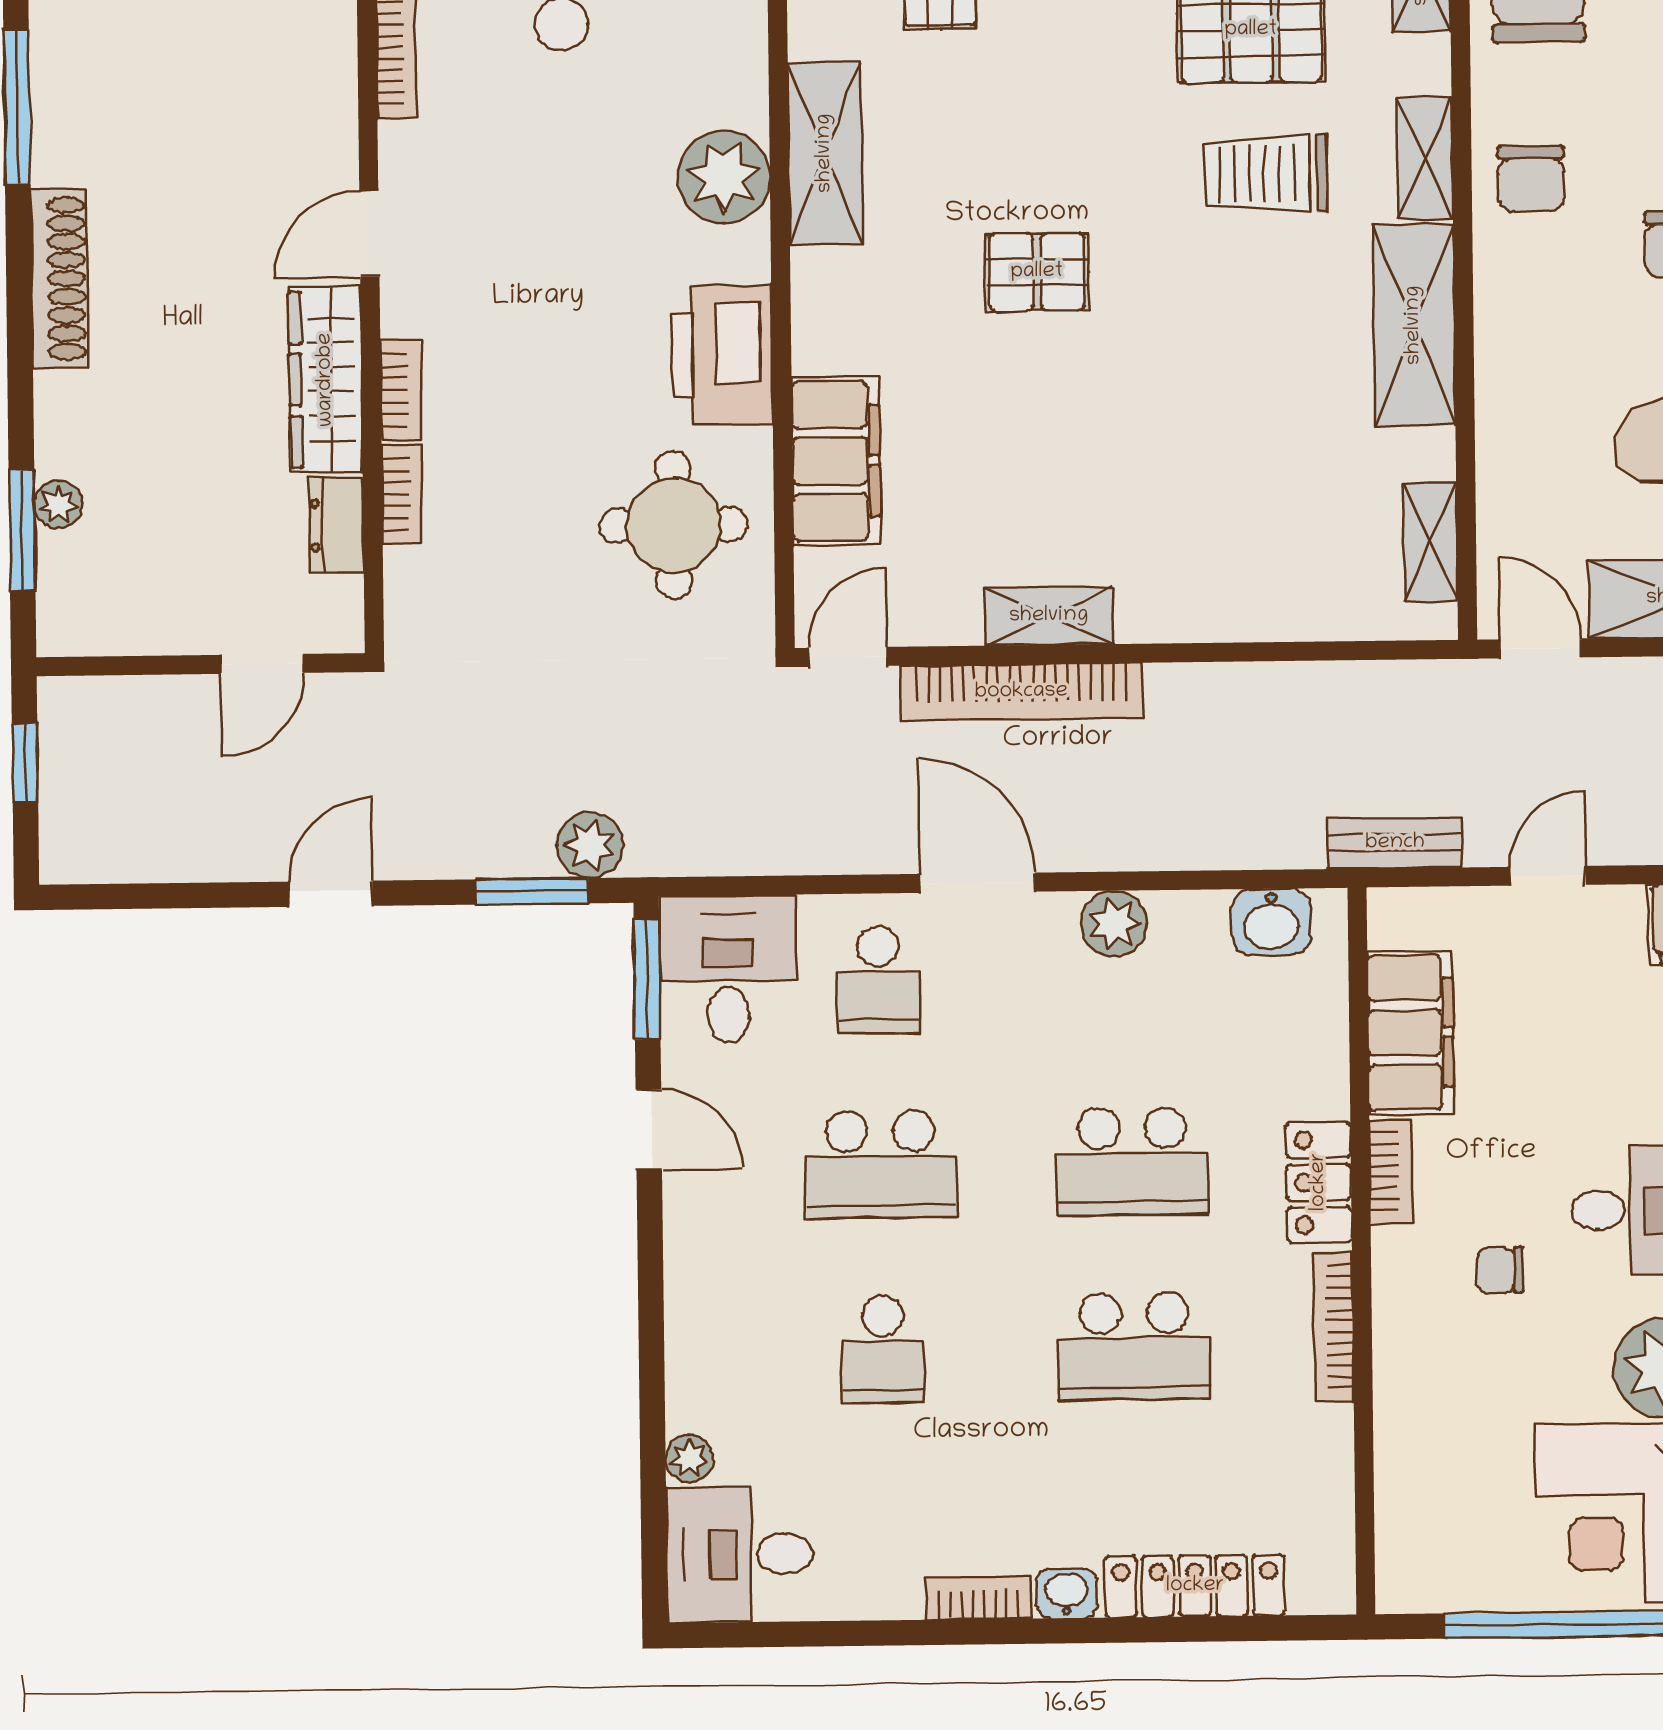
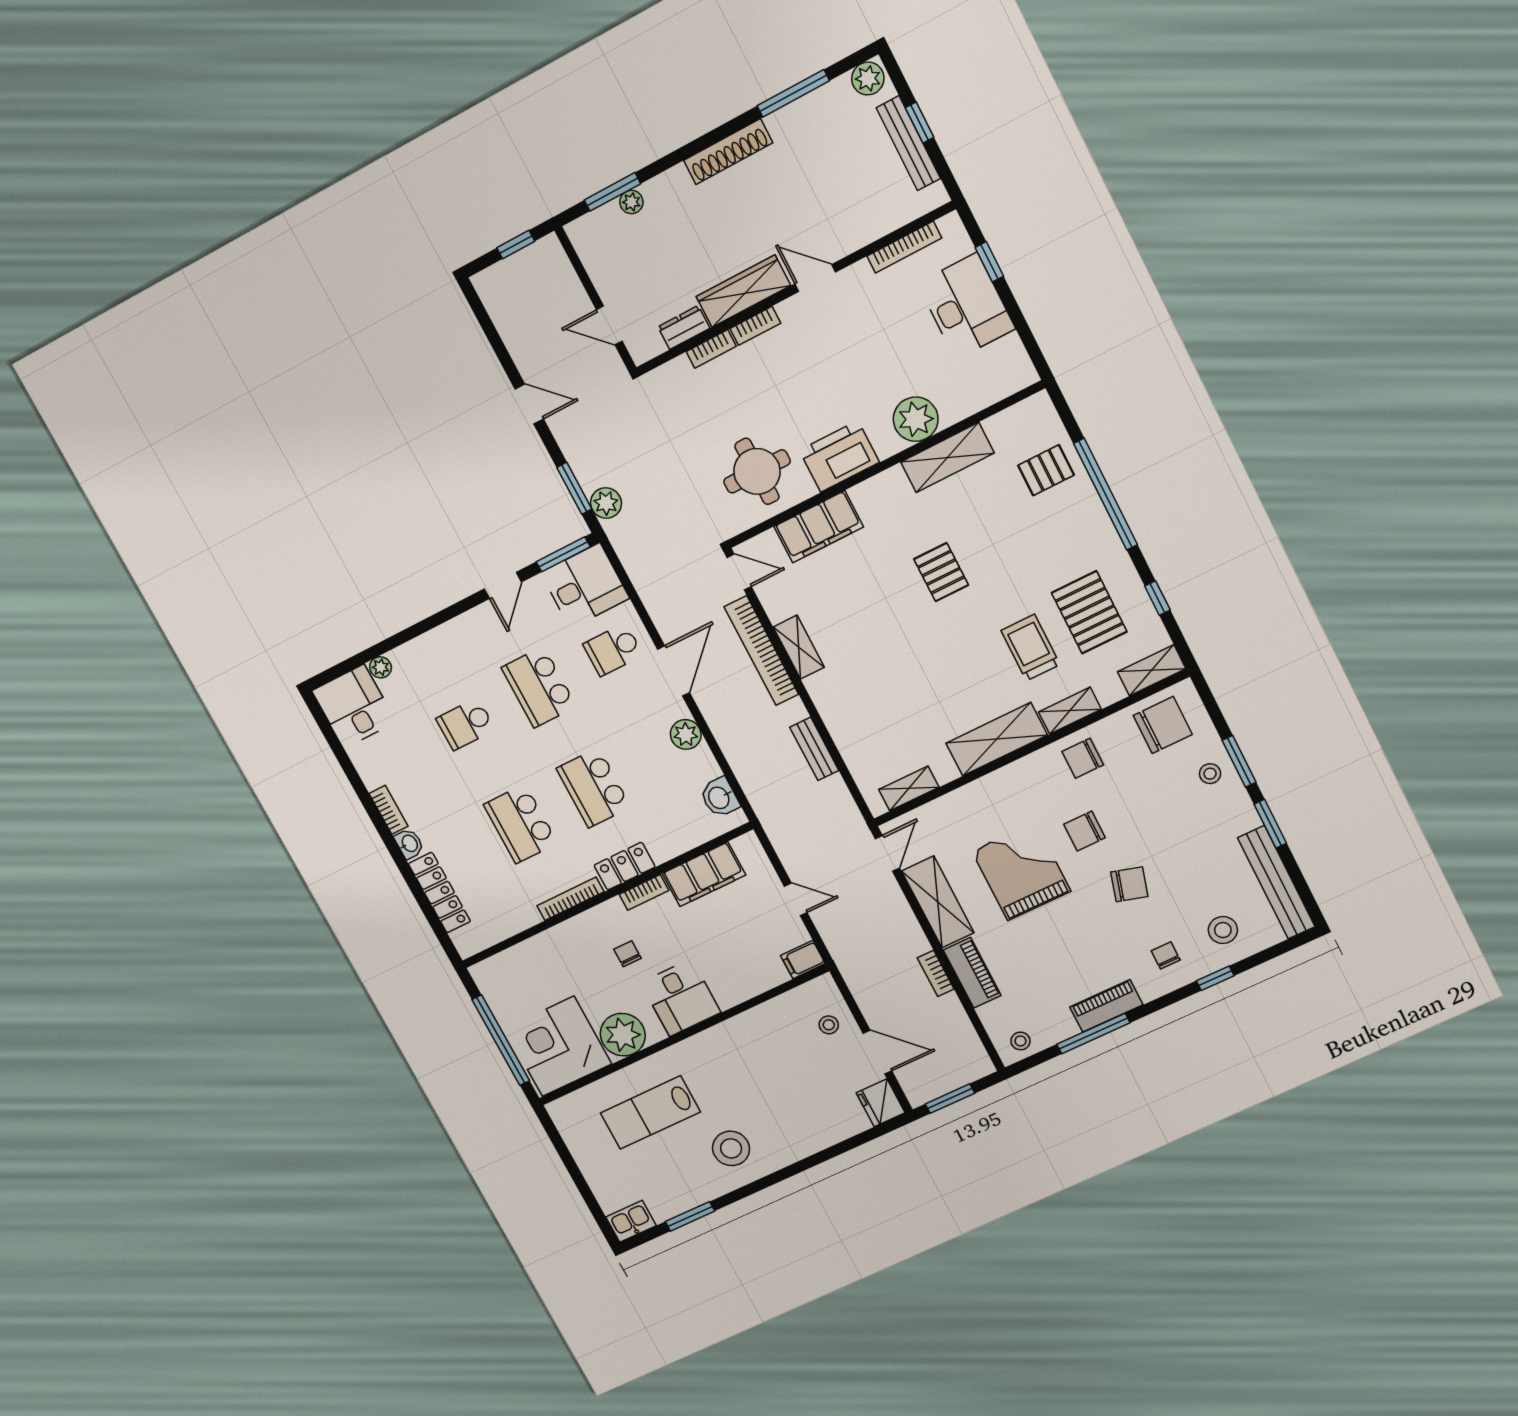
bench: (1395, 843) -> (814, 749), moved

